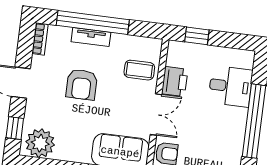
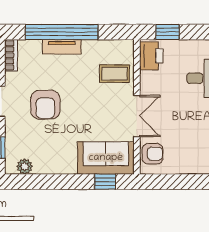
printer: (175, 82) -> (151, 56), moved
armchair: (82, 85) -> (45, 105), moved
plant: (40, 143) -> (25, 166), width x0.53, depth x0.53

